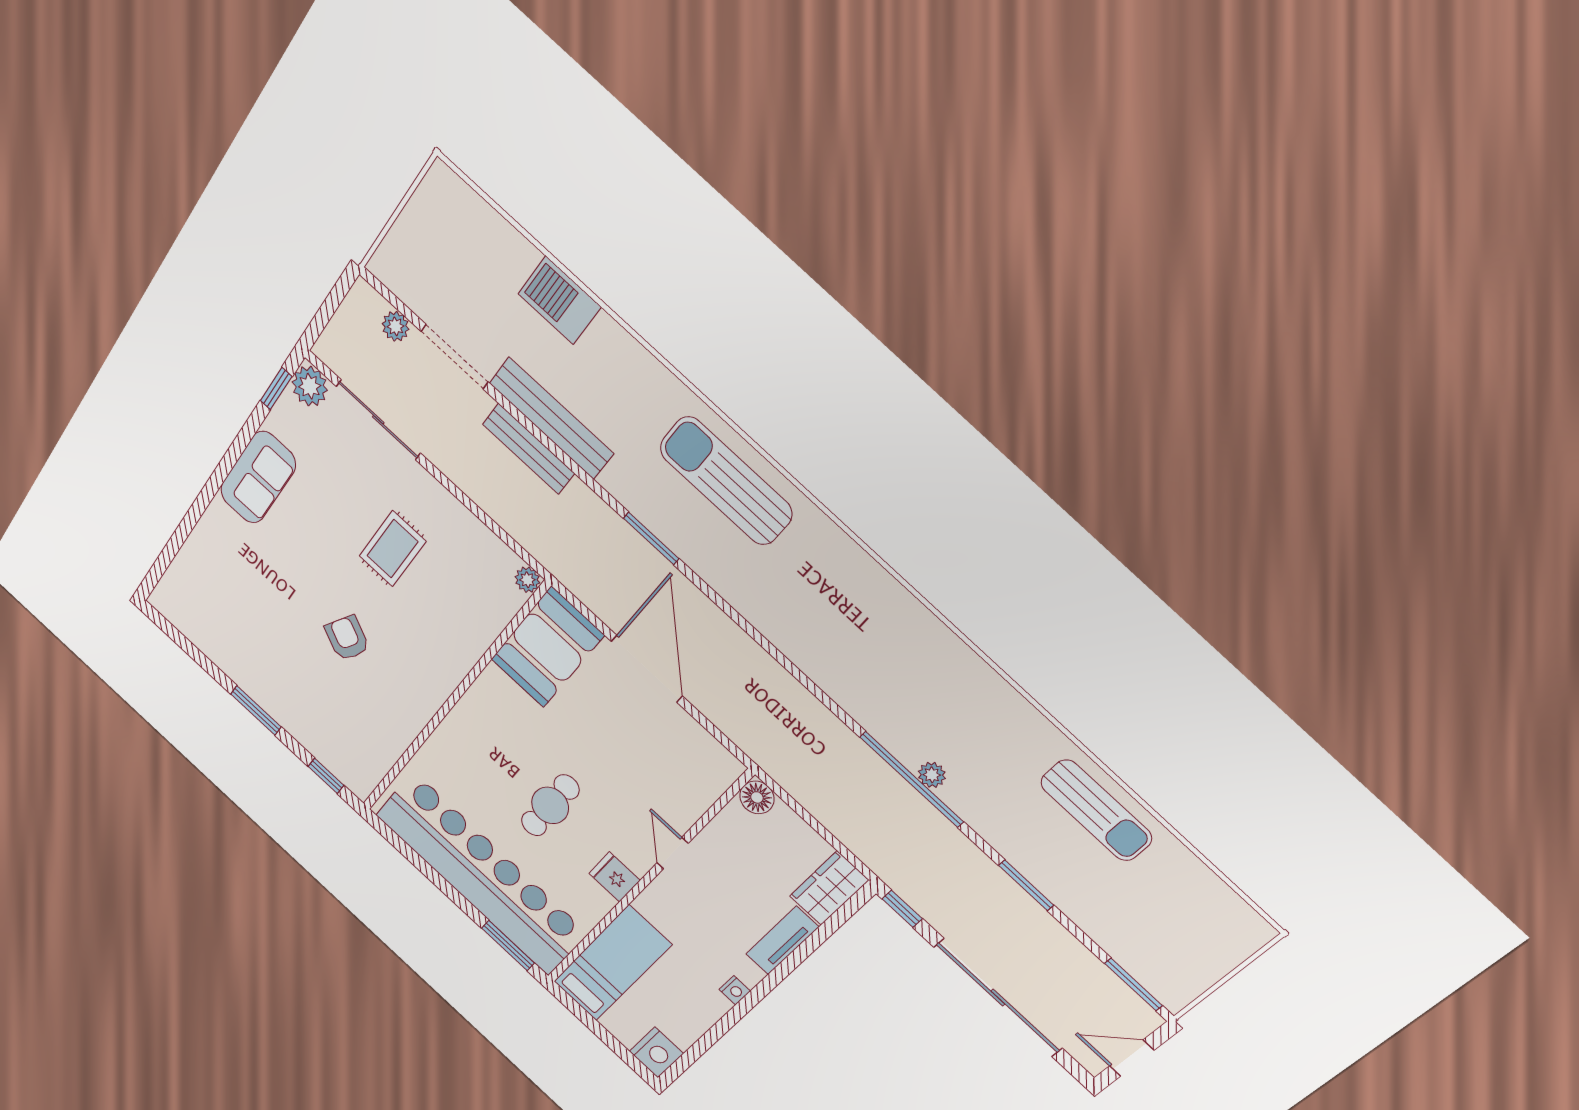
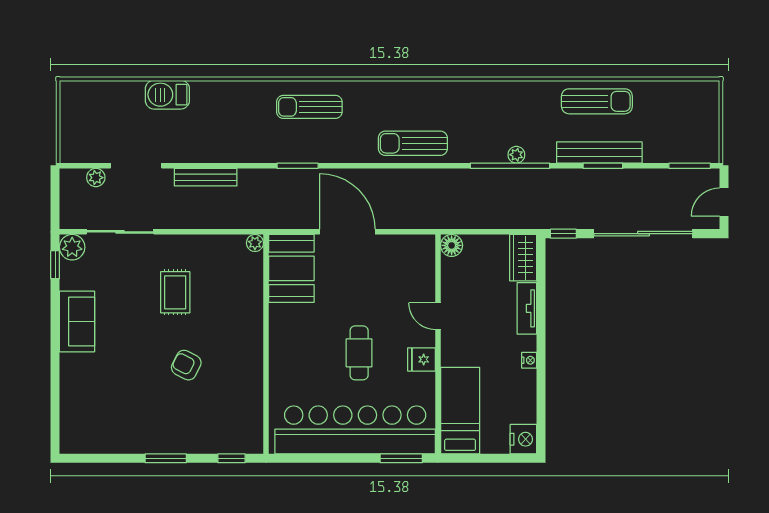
bench: (551, 418) -> (599, 152), moved
sun lounger: (726, 481) -> (309, 107), width x0.73, depth x0.75
sun lounger: (816, 644) -> (413, 143), added

